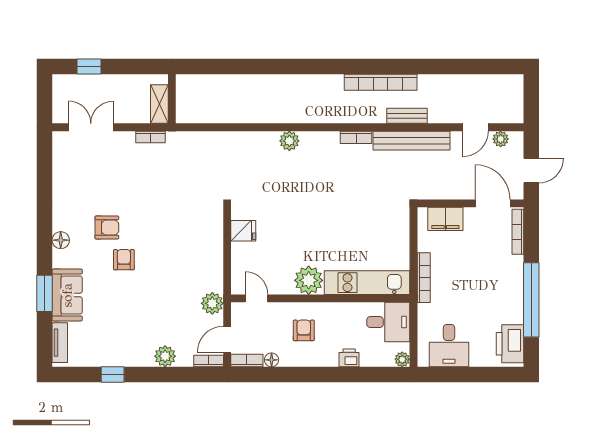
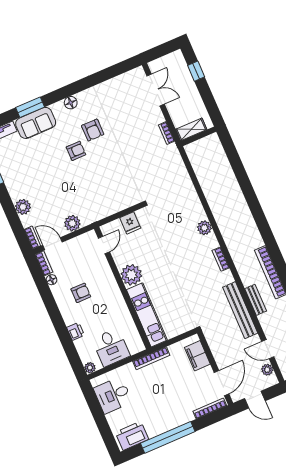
bookcase: (356, 137) -> (221, 259), moved
plant: (309, 280) -> (131, 275), moved
kitchen unit: (367, 283) -> (147, 315), moved
door: (257, 298) -> (104, 245), moved
wall: (320, 298) -> (123, 288), moved

